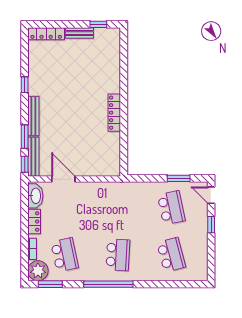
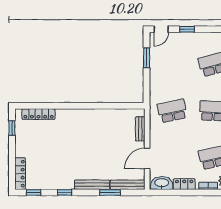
bench: (79, 33) -> (140, 129), moved
locker: (114, 113) -> (39, 114), moved
window: (25, 164) -> (34, 192), moved
school desk: (171, 208) -> (172, 111), moved

